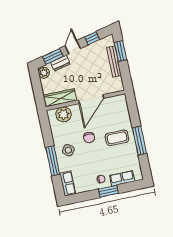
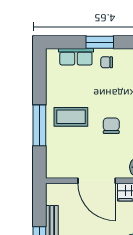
door: (91, 99) -> (97, 181), swing flipped
window: (139, 141) -> (39, 125), moved

